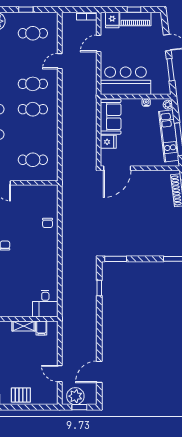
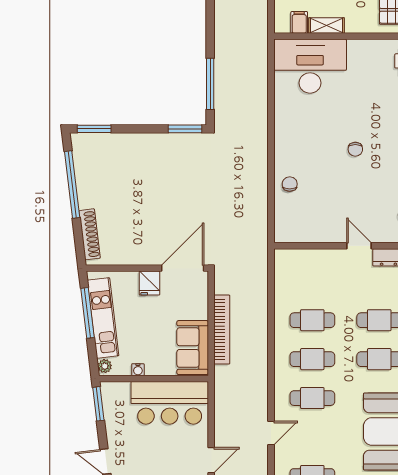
window: (171, 70) -> (98, 404), moved
bookcase: (92, 128) -> (222, 330), added
fridge: (108, 142) -> (150, 283), moved, turned -90
cafe table: (33, 160) -> (312, 320), moved
window: (99, 288) -> (210, 84), width x2.17
desk: (45, 304) -> (310, 66), width x1.87, depth x1.30

